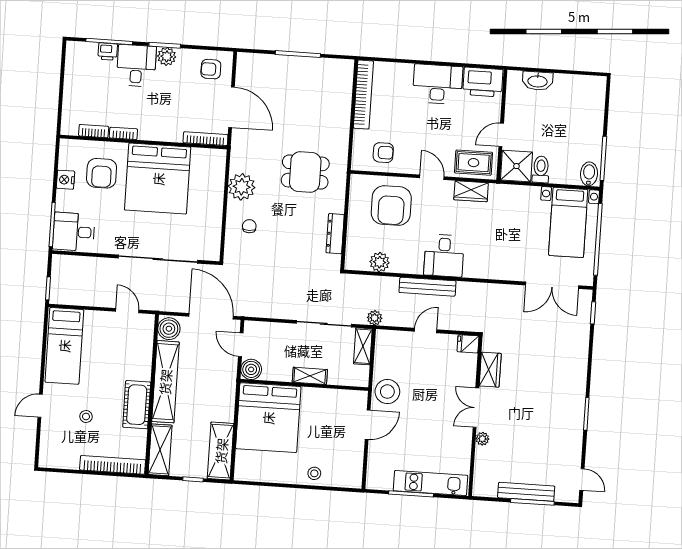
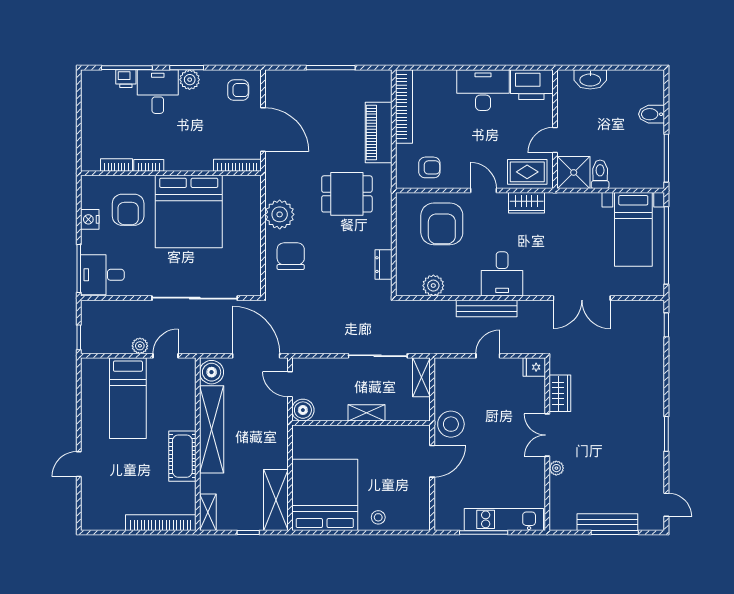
armchair: (211, 69) -> (238, 90), turned 180
piano: (338, 117) -> (379, 132), added
bidet: (589, 174) -> (652, 114), moved, turned -90
chair: (249, 226) -> (291, 256), width x1.87, depth x1.87
dresser: (335, 234) -> (383, 265), width x0.70
double door: (552, 285) -> (582, 298), moved
door: (127, 311) -> (166, 356), hinge flipped
plant: (375, 318) -> (140, 346), moved
bed: (64, 346) -> (128, 398), moved
stool: (86, 416) -> (129, 472), removed
bed: (268, 418) -> (325, 495), moved, turned 180
shelving: (160, 450) -> (208, 512), width x0.67, depth x0.75

